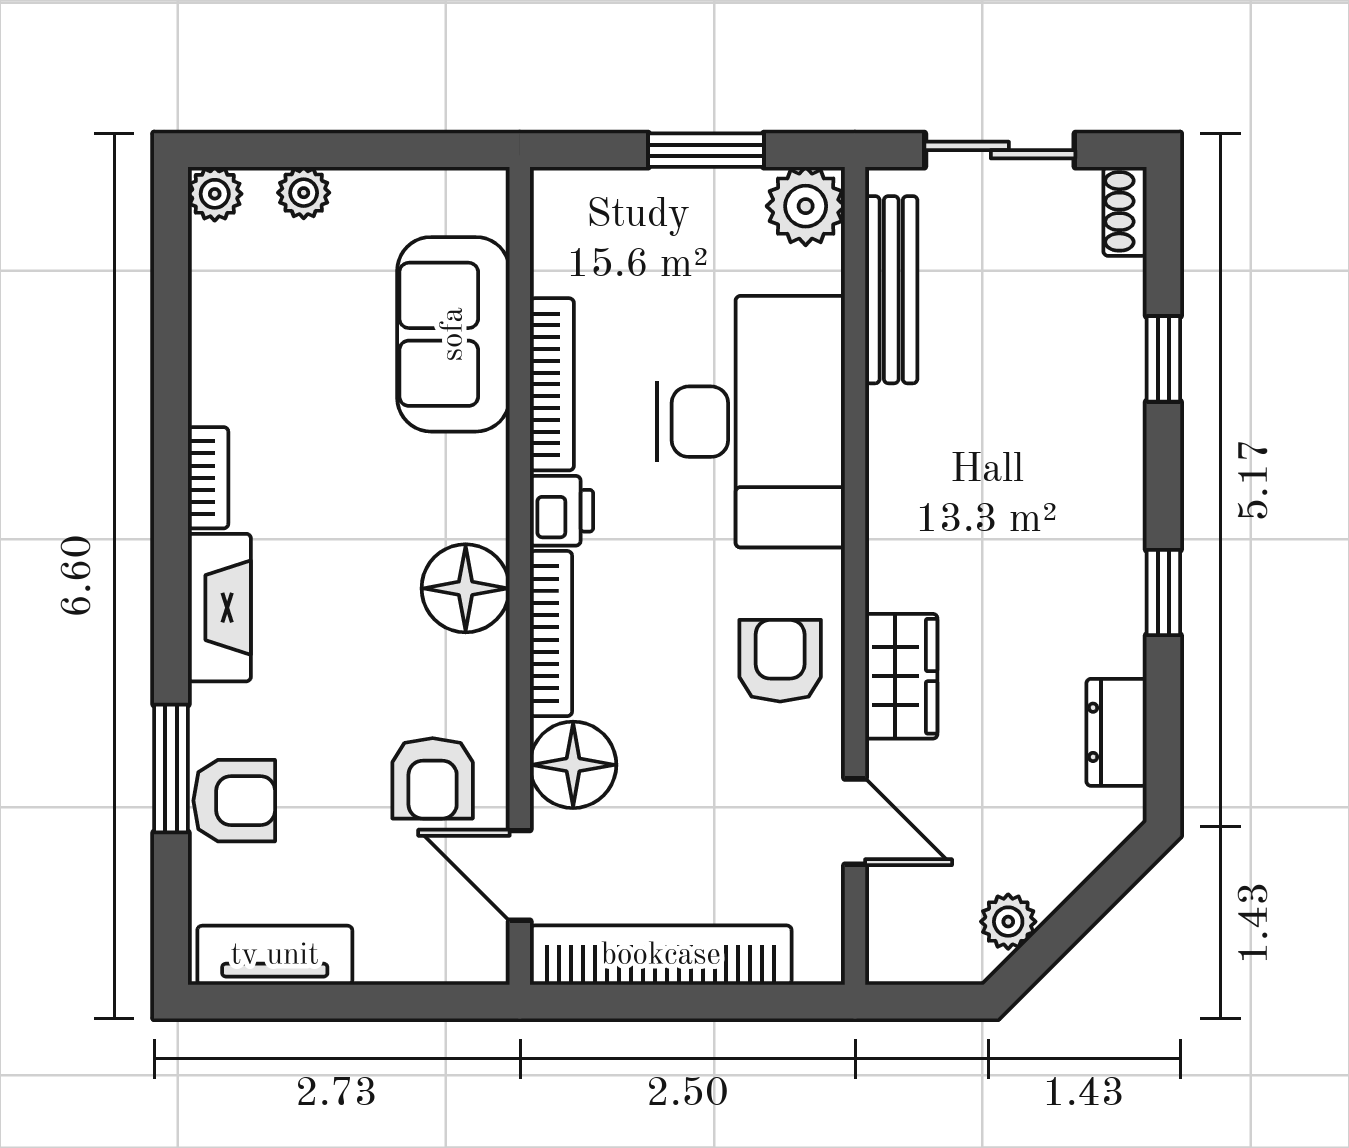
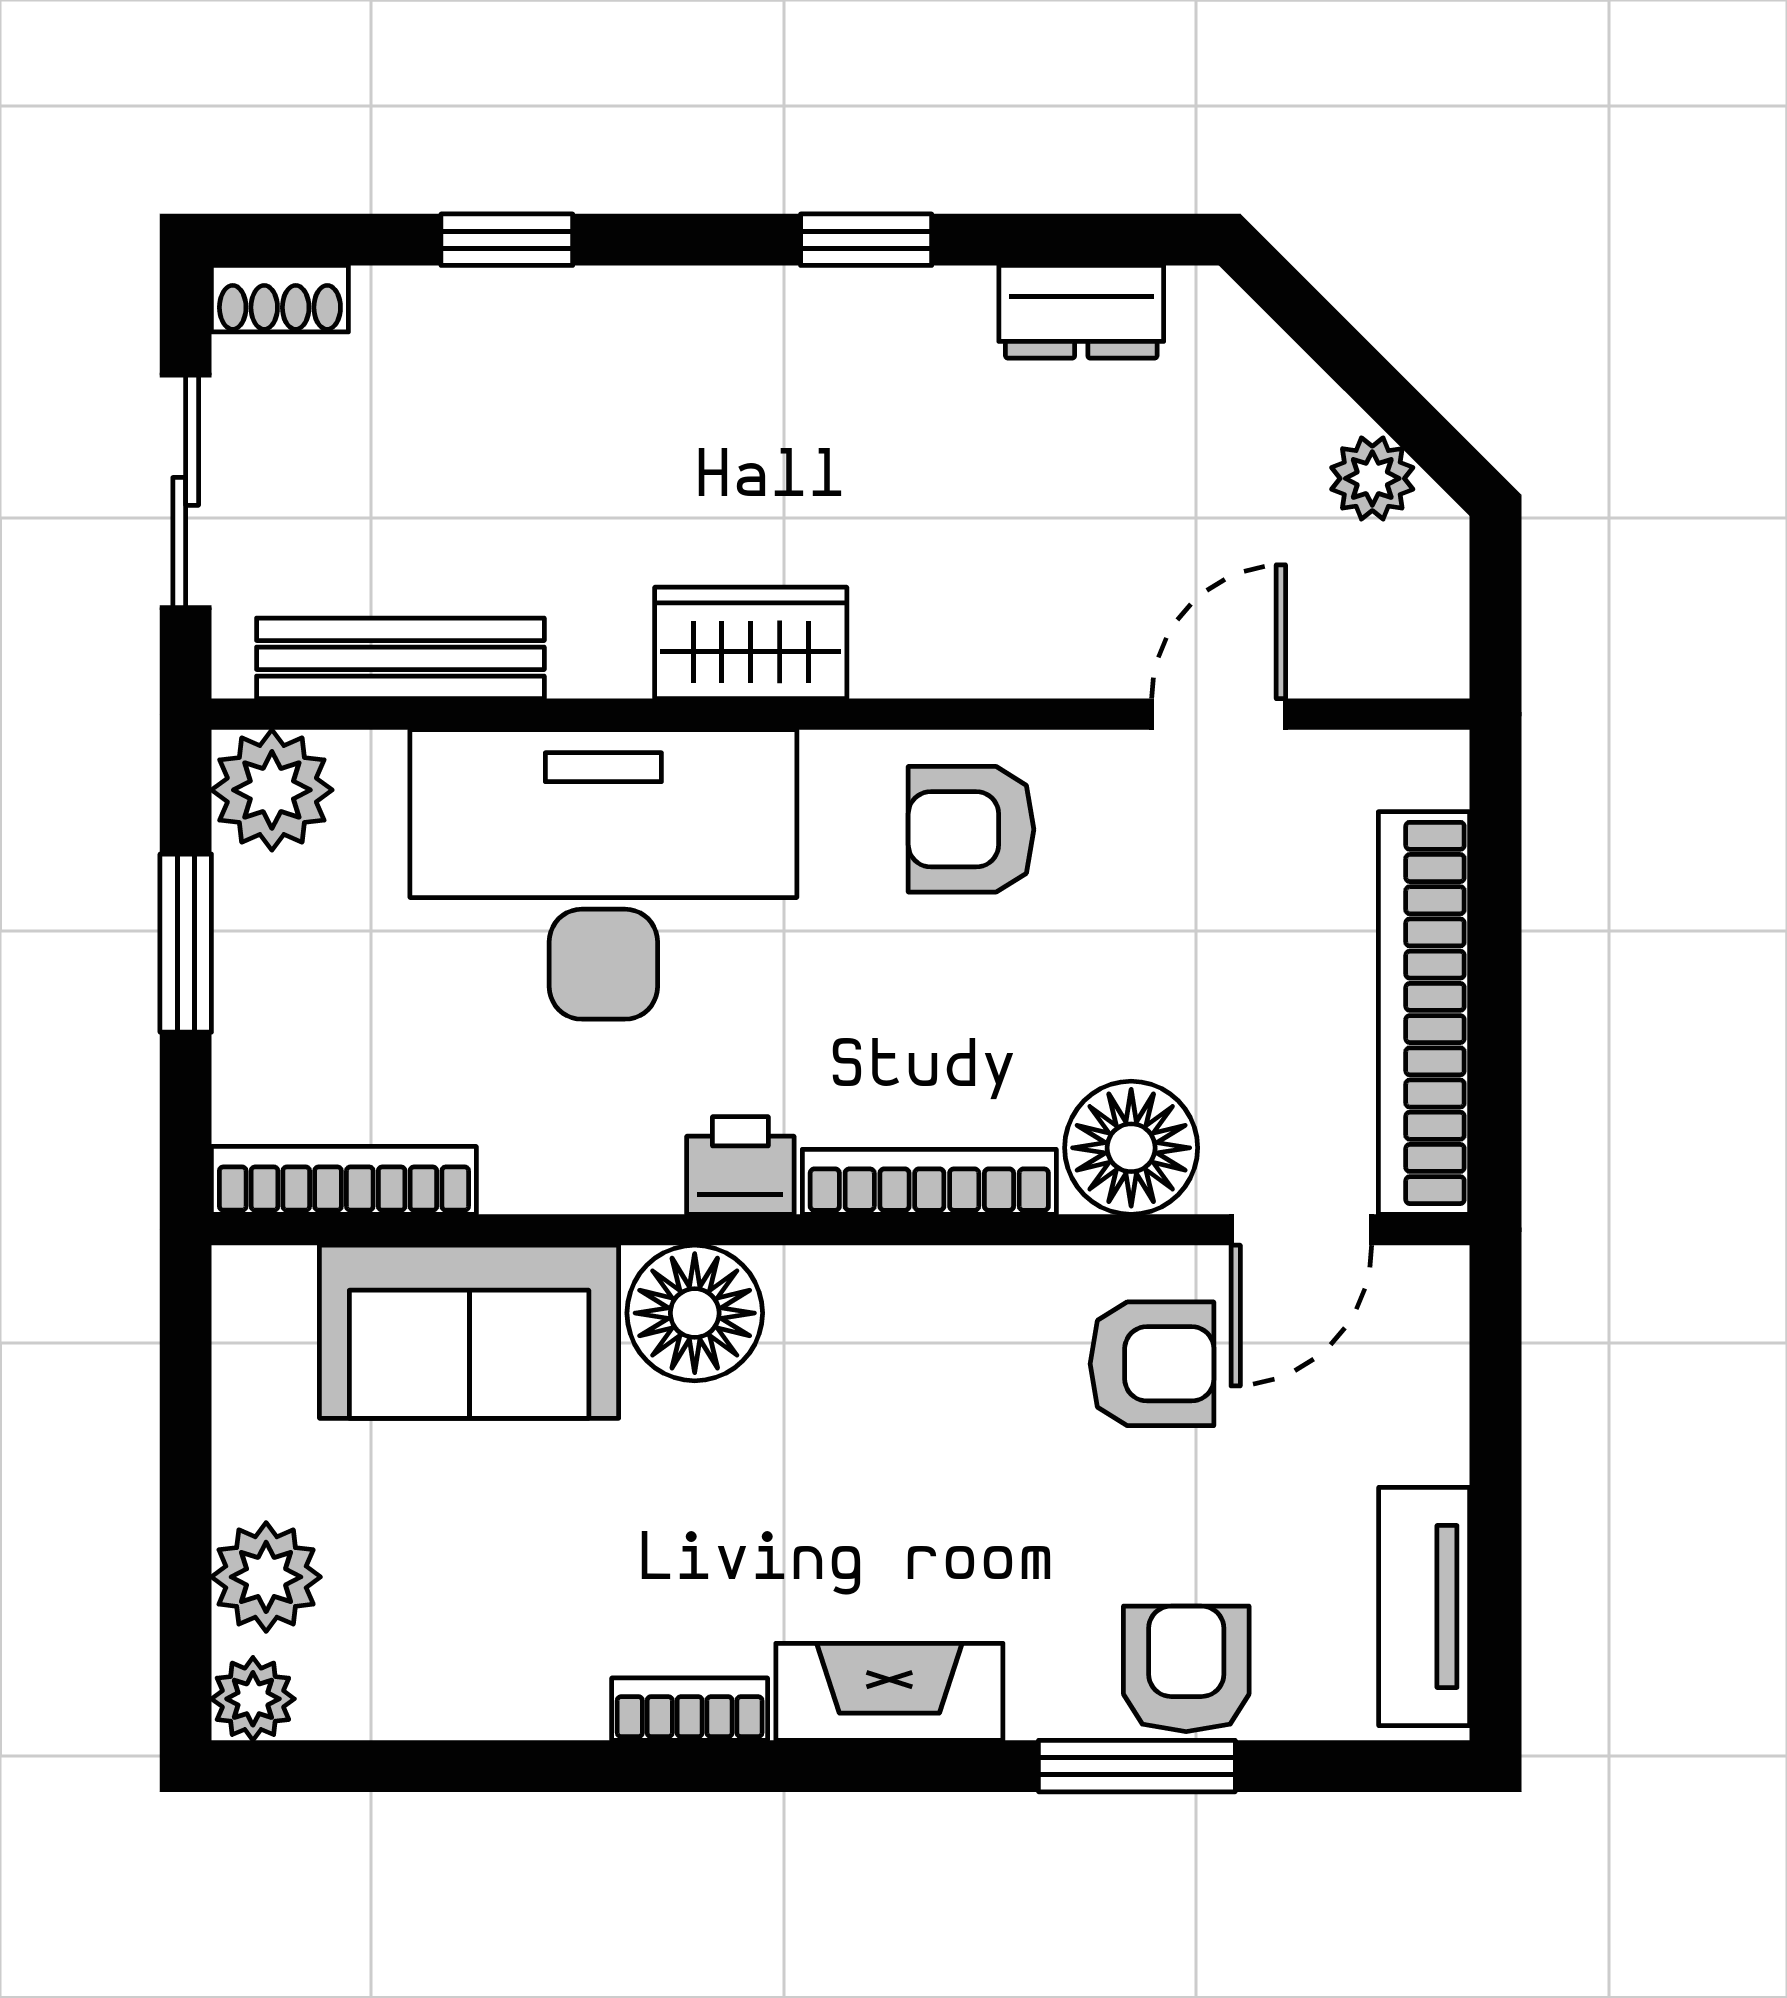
plant: (304, 193) -> (266, 1577), width x1.38, depth x1.38
bookcase: (552, 384) -> (344, 1180), moved
floor lamp: (466, 588) -> (695, 1313), moved
wardrobe: (901, 676) -> (751, 643), moved

